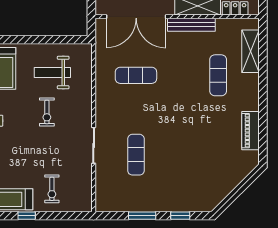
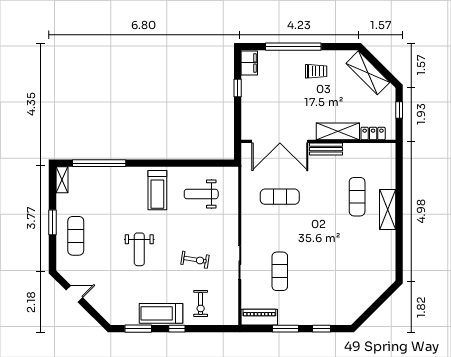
bench: (191, 25) -> (326, 149), width x0.73
shelving: (251, 51) -> (388, 209), moved
exercise bike: (47, 112) -> (195, 260), moved, turned -81
piano: (250, 131) -> (259, 317), moved, turned 90

